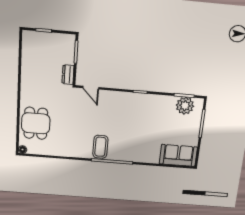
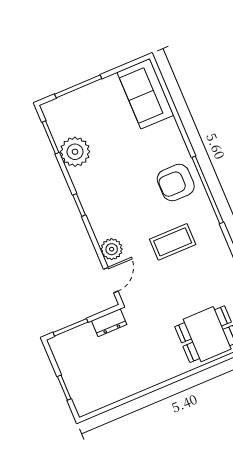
plant: (107, 97) -> (112, 249), added
plant: (185, 106) -> (75, 152), moved
coffee table: (100, 147) -> (173, 242), moved
armchair: (125, 147) -> (176, 183), added

